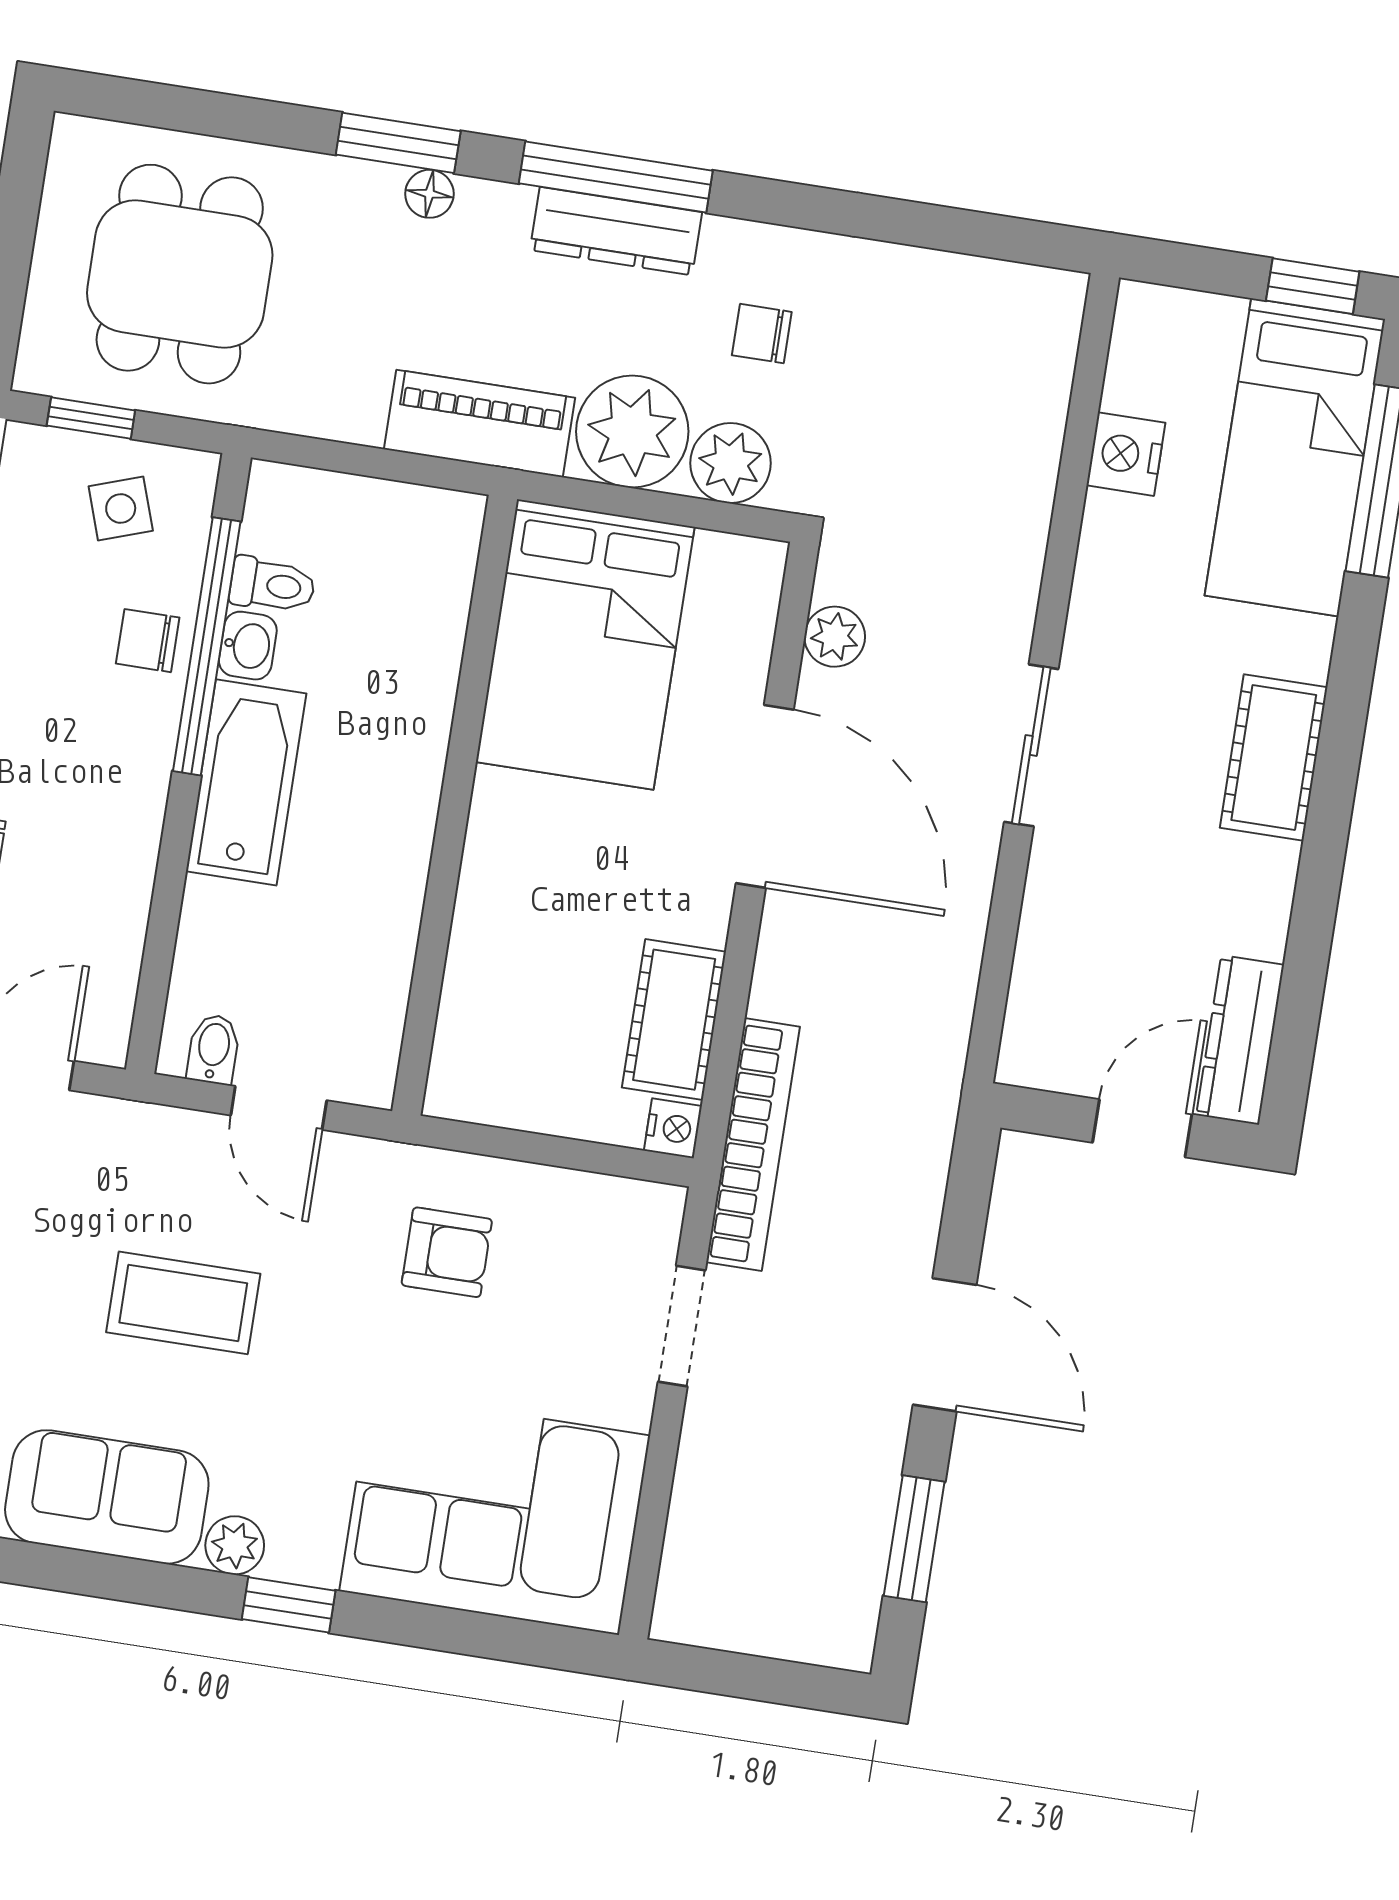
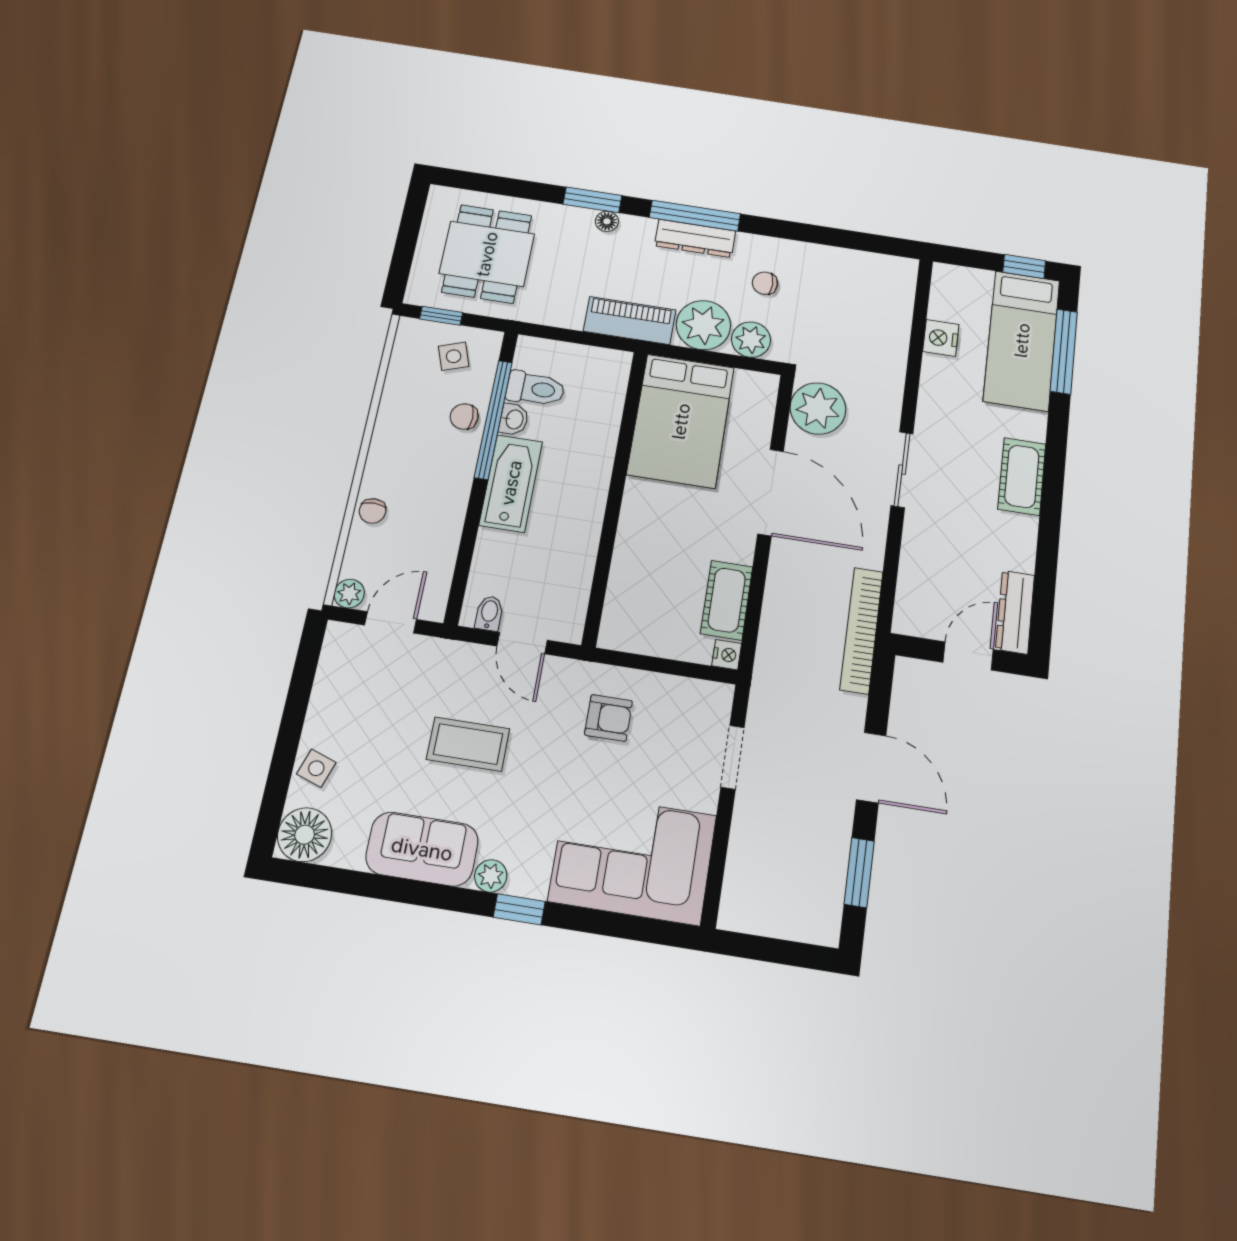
toilet: (272, 585) -> (535, 389), width x1.37, depth x1.39
plant: (835, 637) -> (818, 408), width x1.88, depth x1.88
bookcase: (753, 1145) -> (862, 630), moved, turned 180

